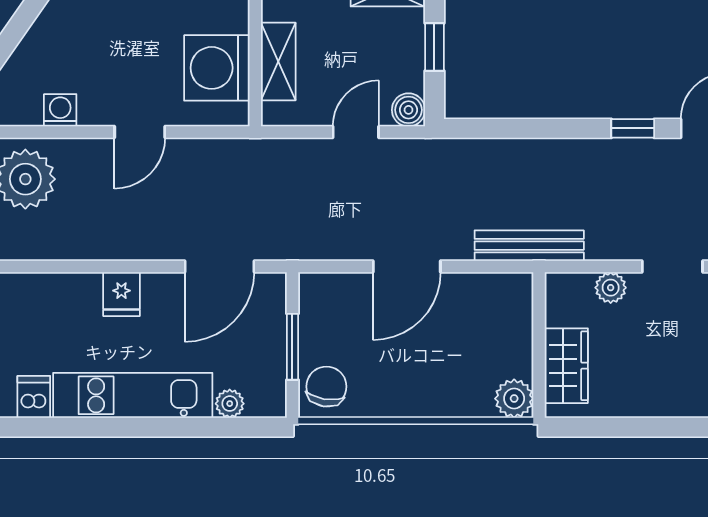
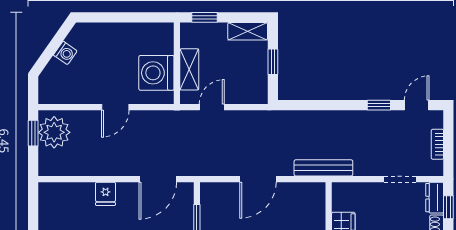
washing machine: (60, 110) -> (65, 53), moved, turned 125
boiler: (408, 110) -> (259, 95), removed
door: (356, 132) -> (212, 107), moved
plant: (611, 288) -> (367, 190), removed

